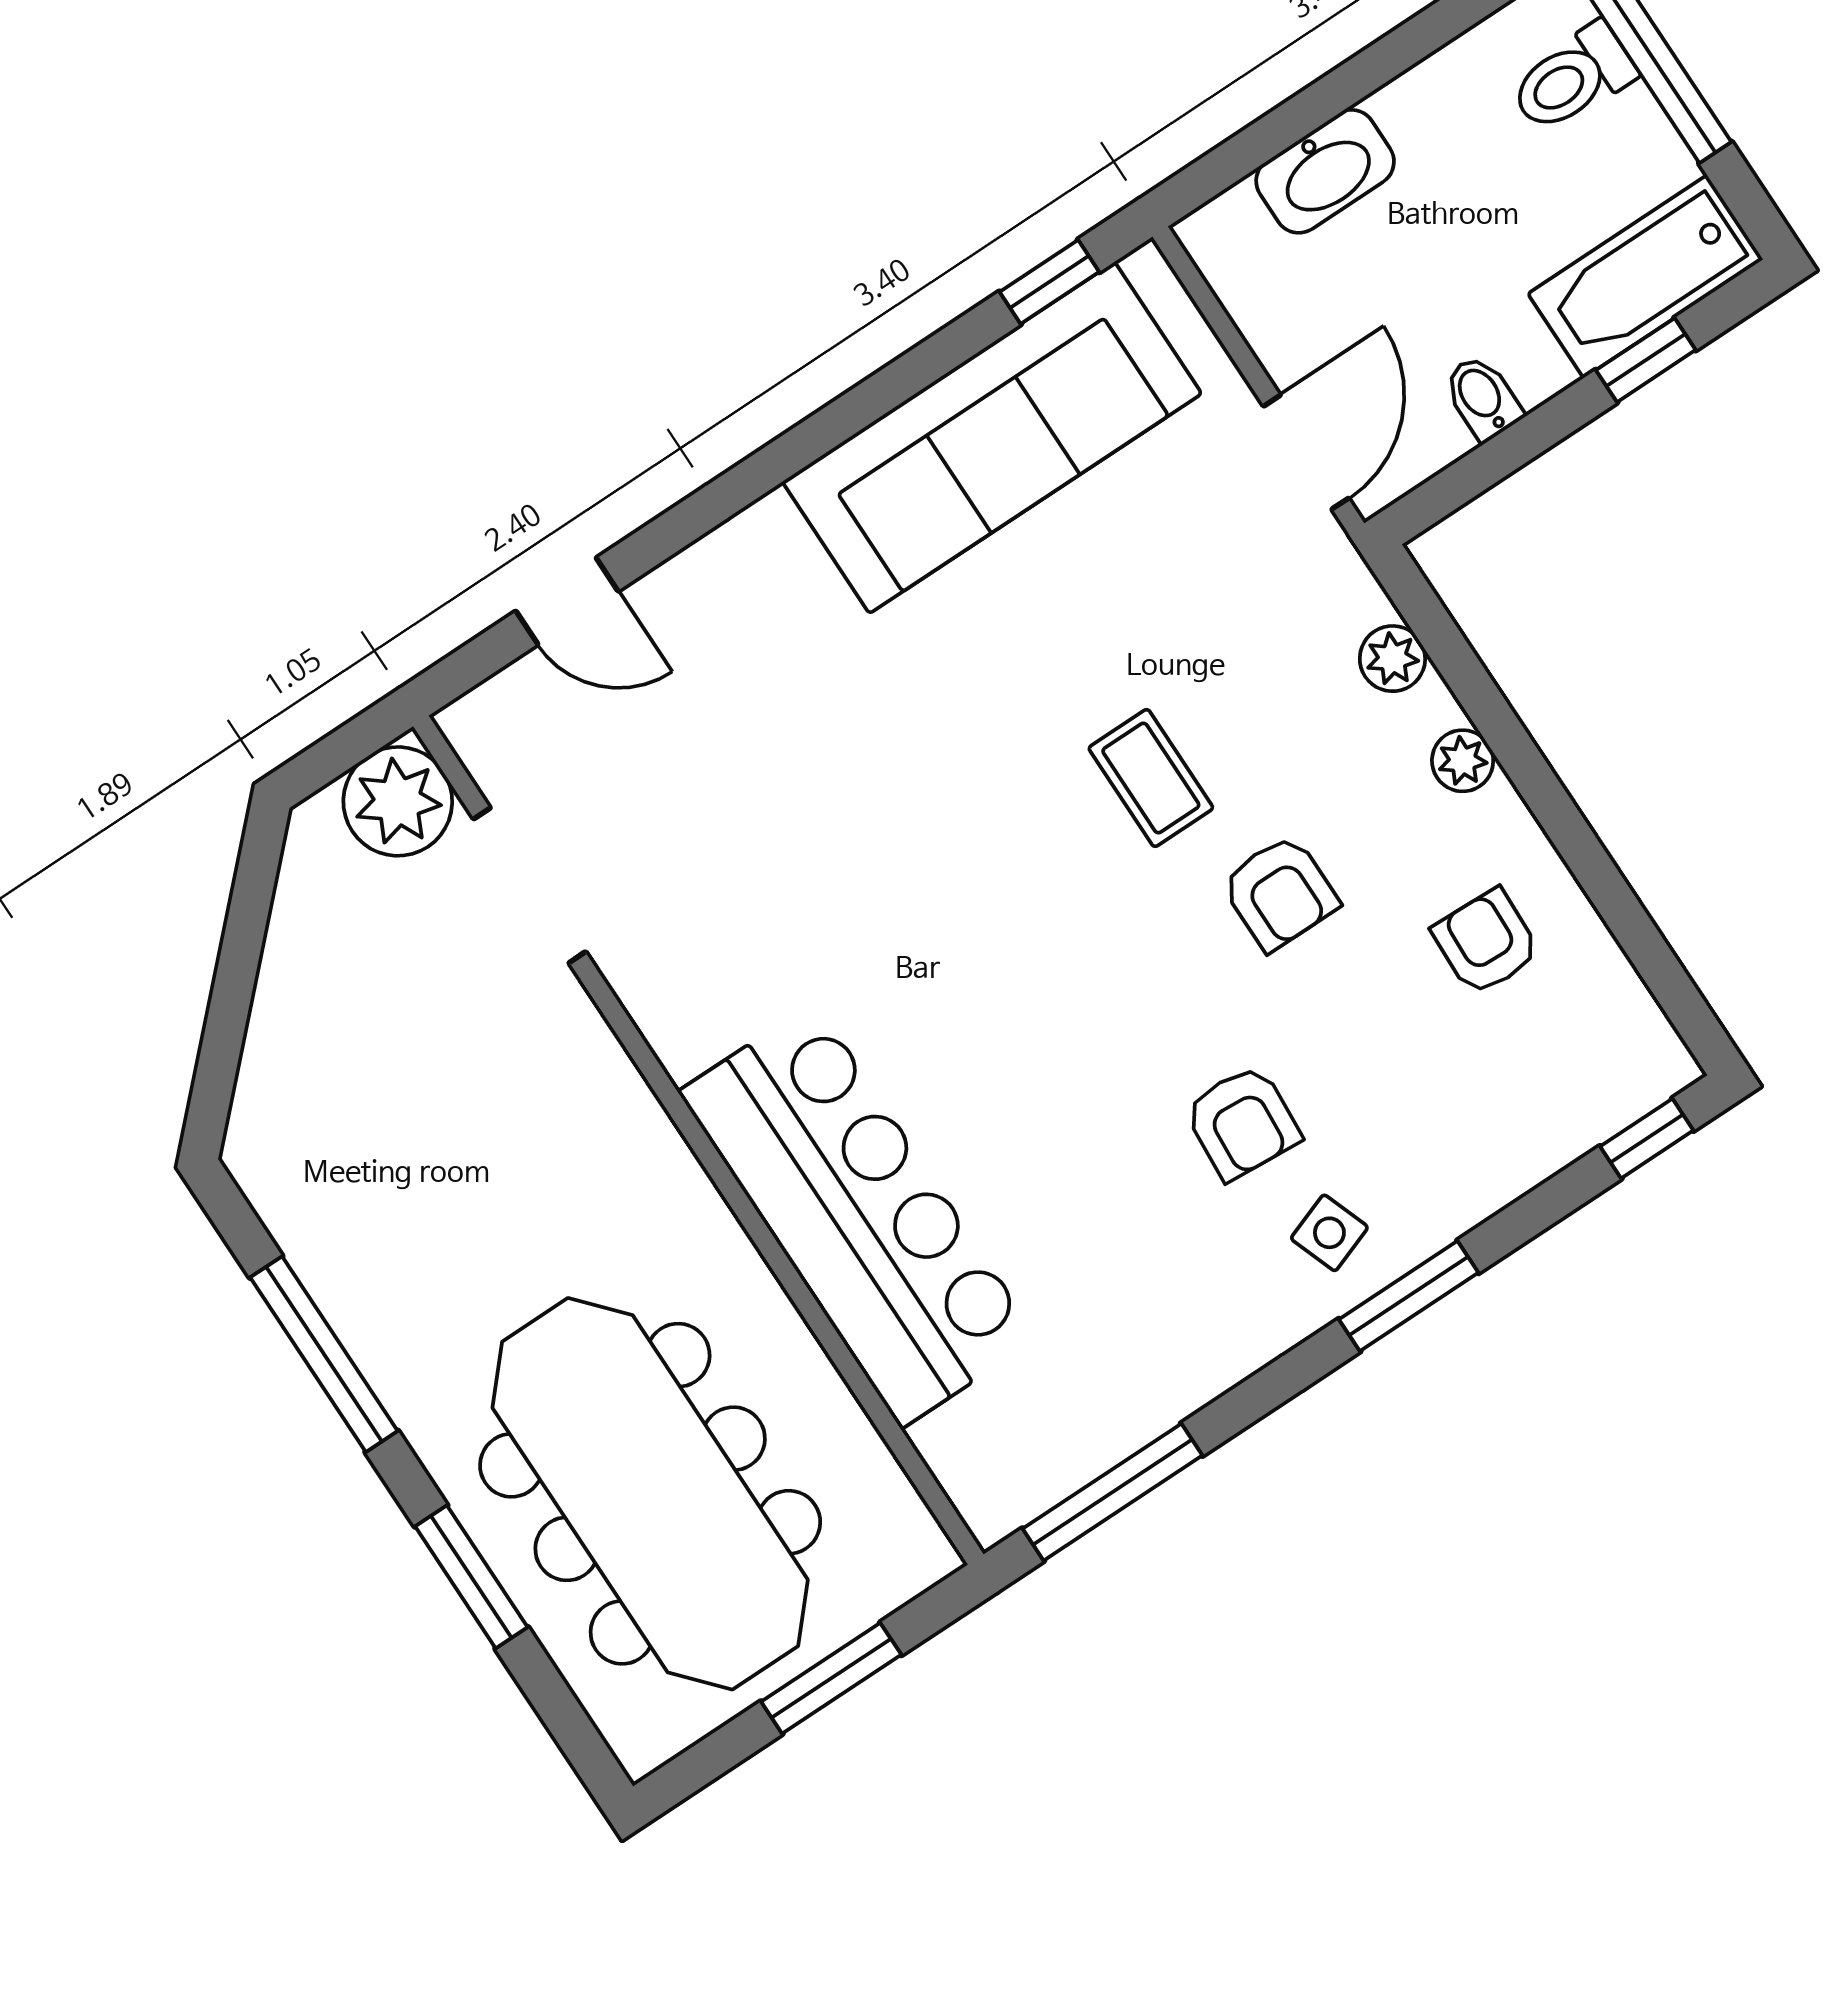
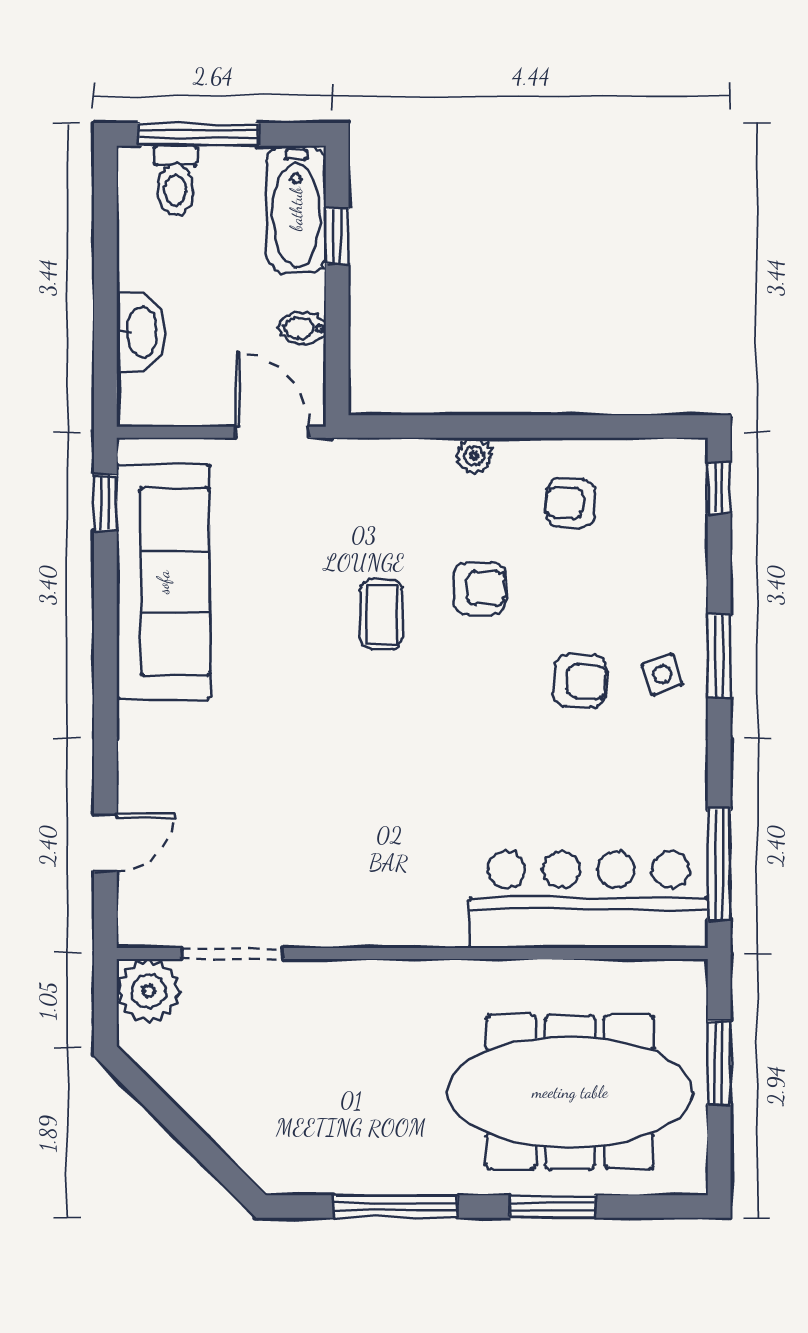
plant: (1392, 659) -> (401, 457), removed
coffee table: (1151, 778) -> (381, 614), turned 90
bar counter: (858, 1215) -> (589, 900), moved

